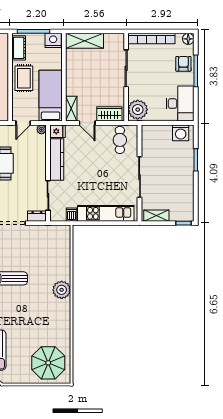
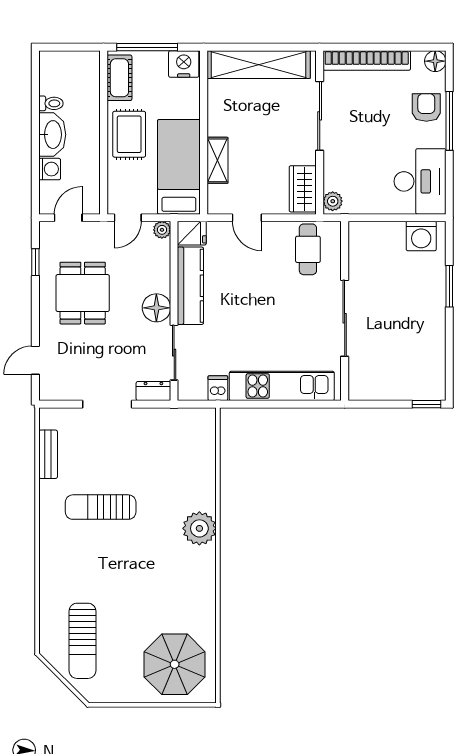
shelving: (85, 41) -> (259, 65), width x1.47
shelving: (71, 109) -> (217, 160), moved
plant: (138, 110) -> (333, 201), width x0.53, depth x0.53
wardrobe: (109, 114) -> (303, 189), moved, turned -90
floor lamp: (39, 171) -> (156, 308), added
shelving: (156, 216) -> (376, 390), removed

